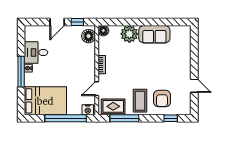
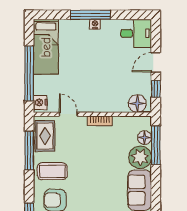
door: (57, 22) -> (156, 62), hinge flipped
window: (120, 22) -> (156, 145), added
floor lamp: (103, 31) -> (144, 138), moved
desk: (36, 52) -> (136, 33), moved, turned 90
bed: (45, 101) -> (46, 47), width x0.67

